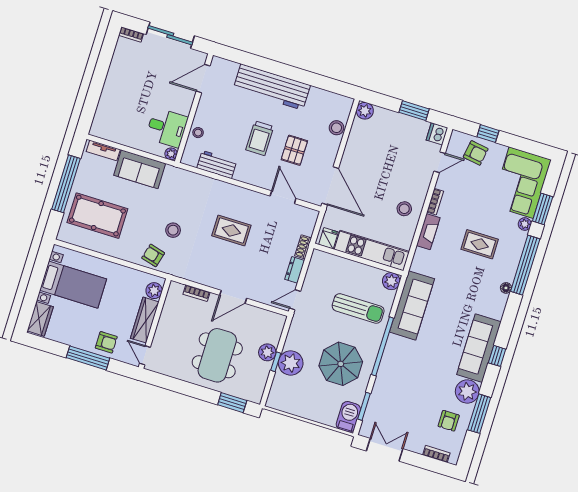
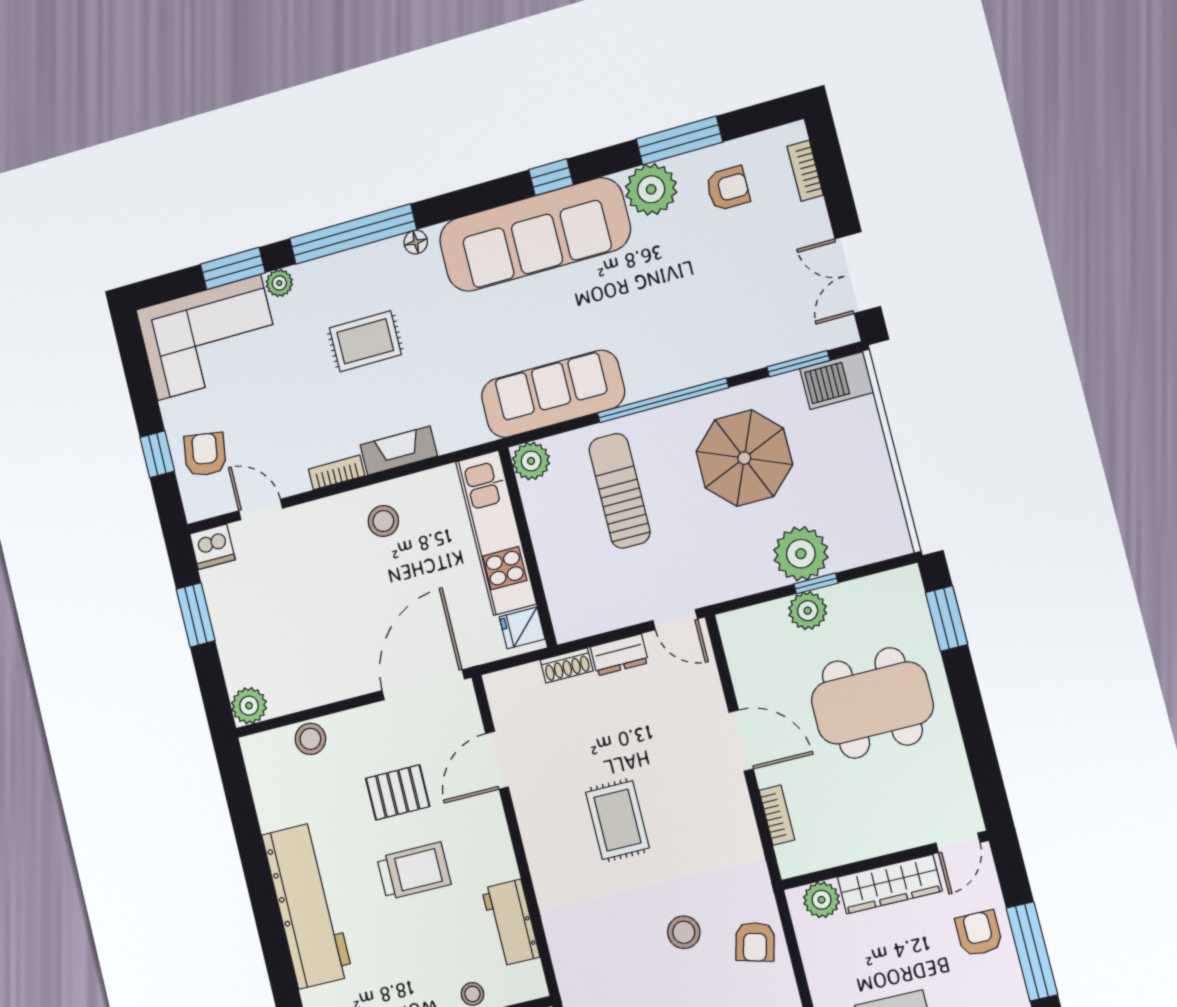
rug: (480, 244) -> (365, 341), turned 90
sofa: (479, 348) -> (535, 235), width x1.36, depth x1.27

